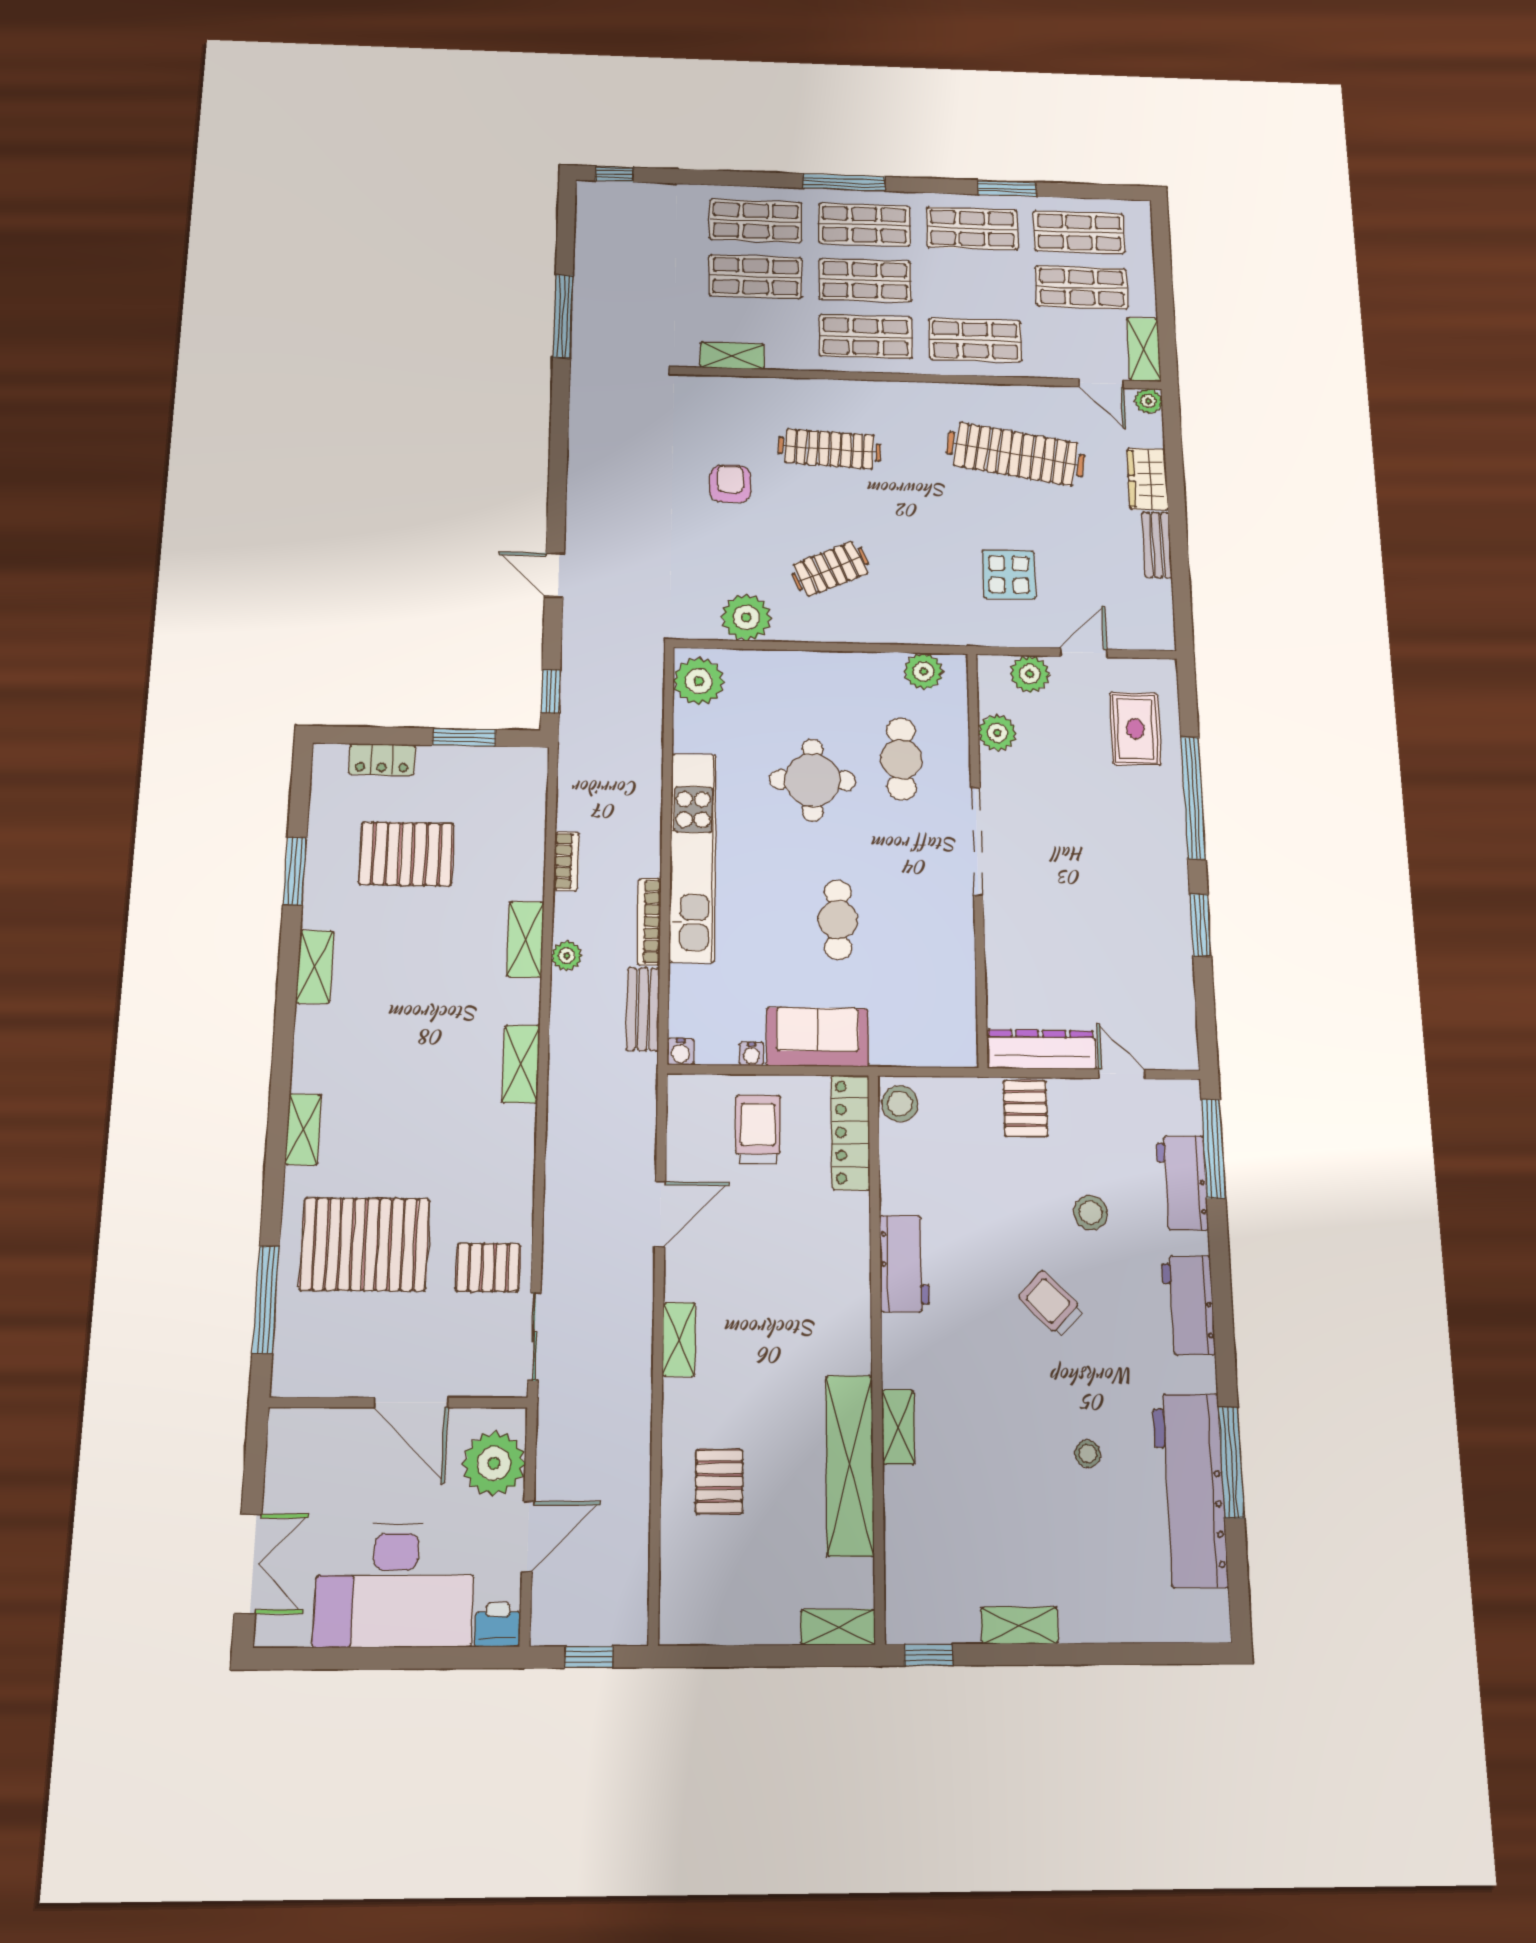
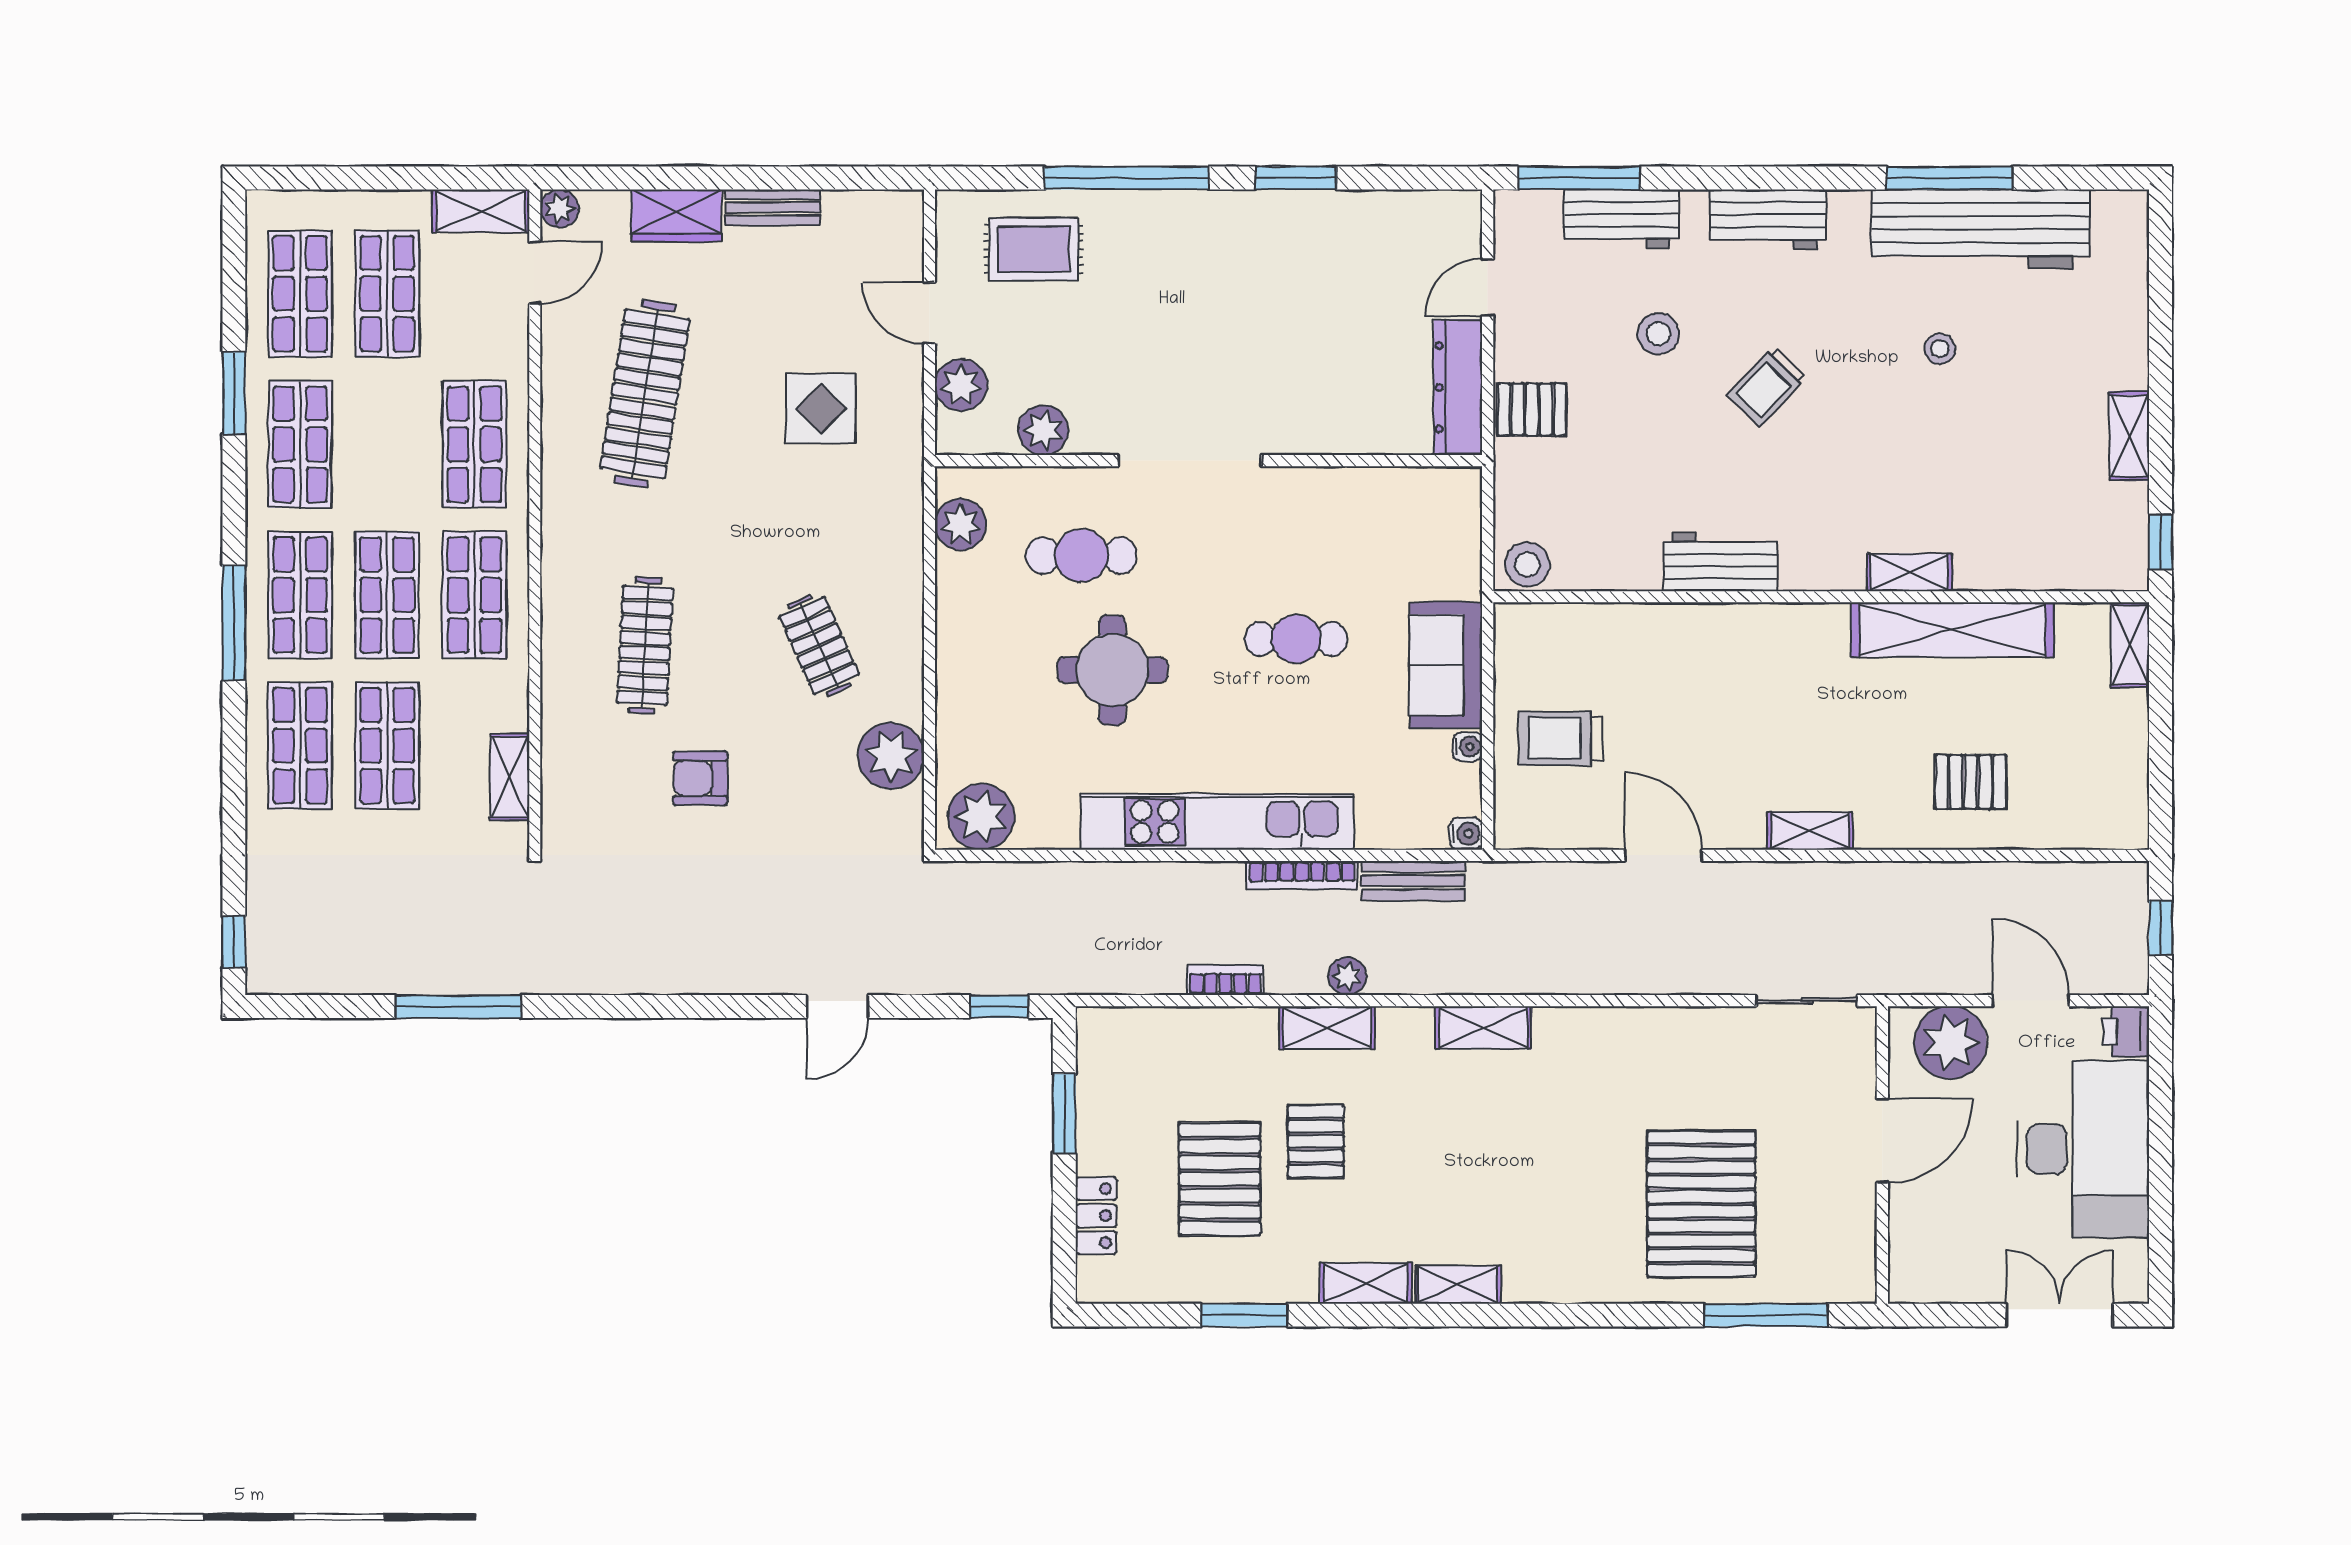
shelving: (303, 1129) -> (1458, 1285), moved
locker: (851, 1132) -> (1563, 625), removed
pallet: (488, 1267) -> (1316, 1141), moved

